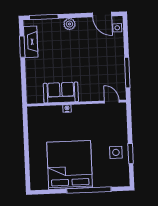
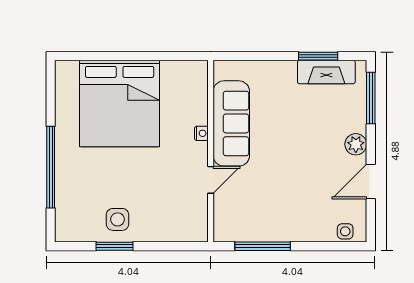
door: (102, 15) -> (371, 181), moved
sofa: (61, 92) -> (231, 123), width x1.36
door: (112, 102) -> (211, 180), moved
bed: (70, 165) -> (120, 104), moved, turned 90

